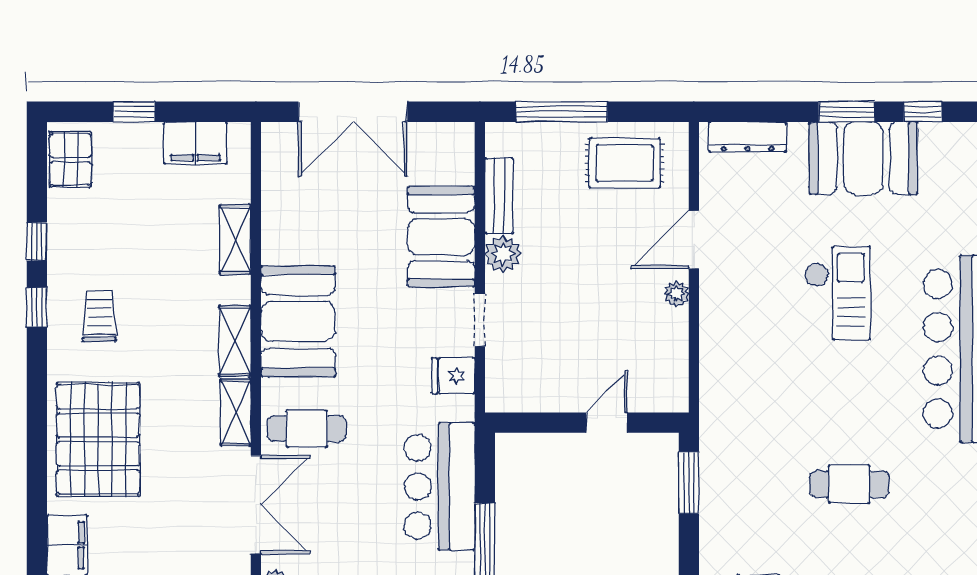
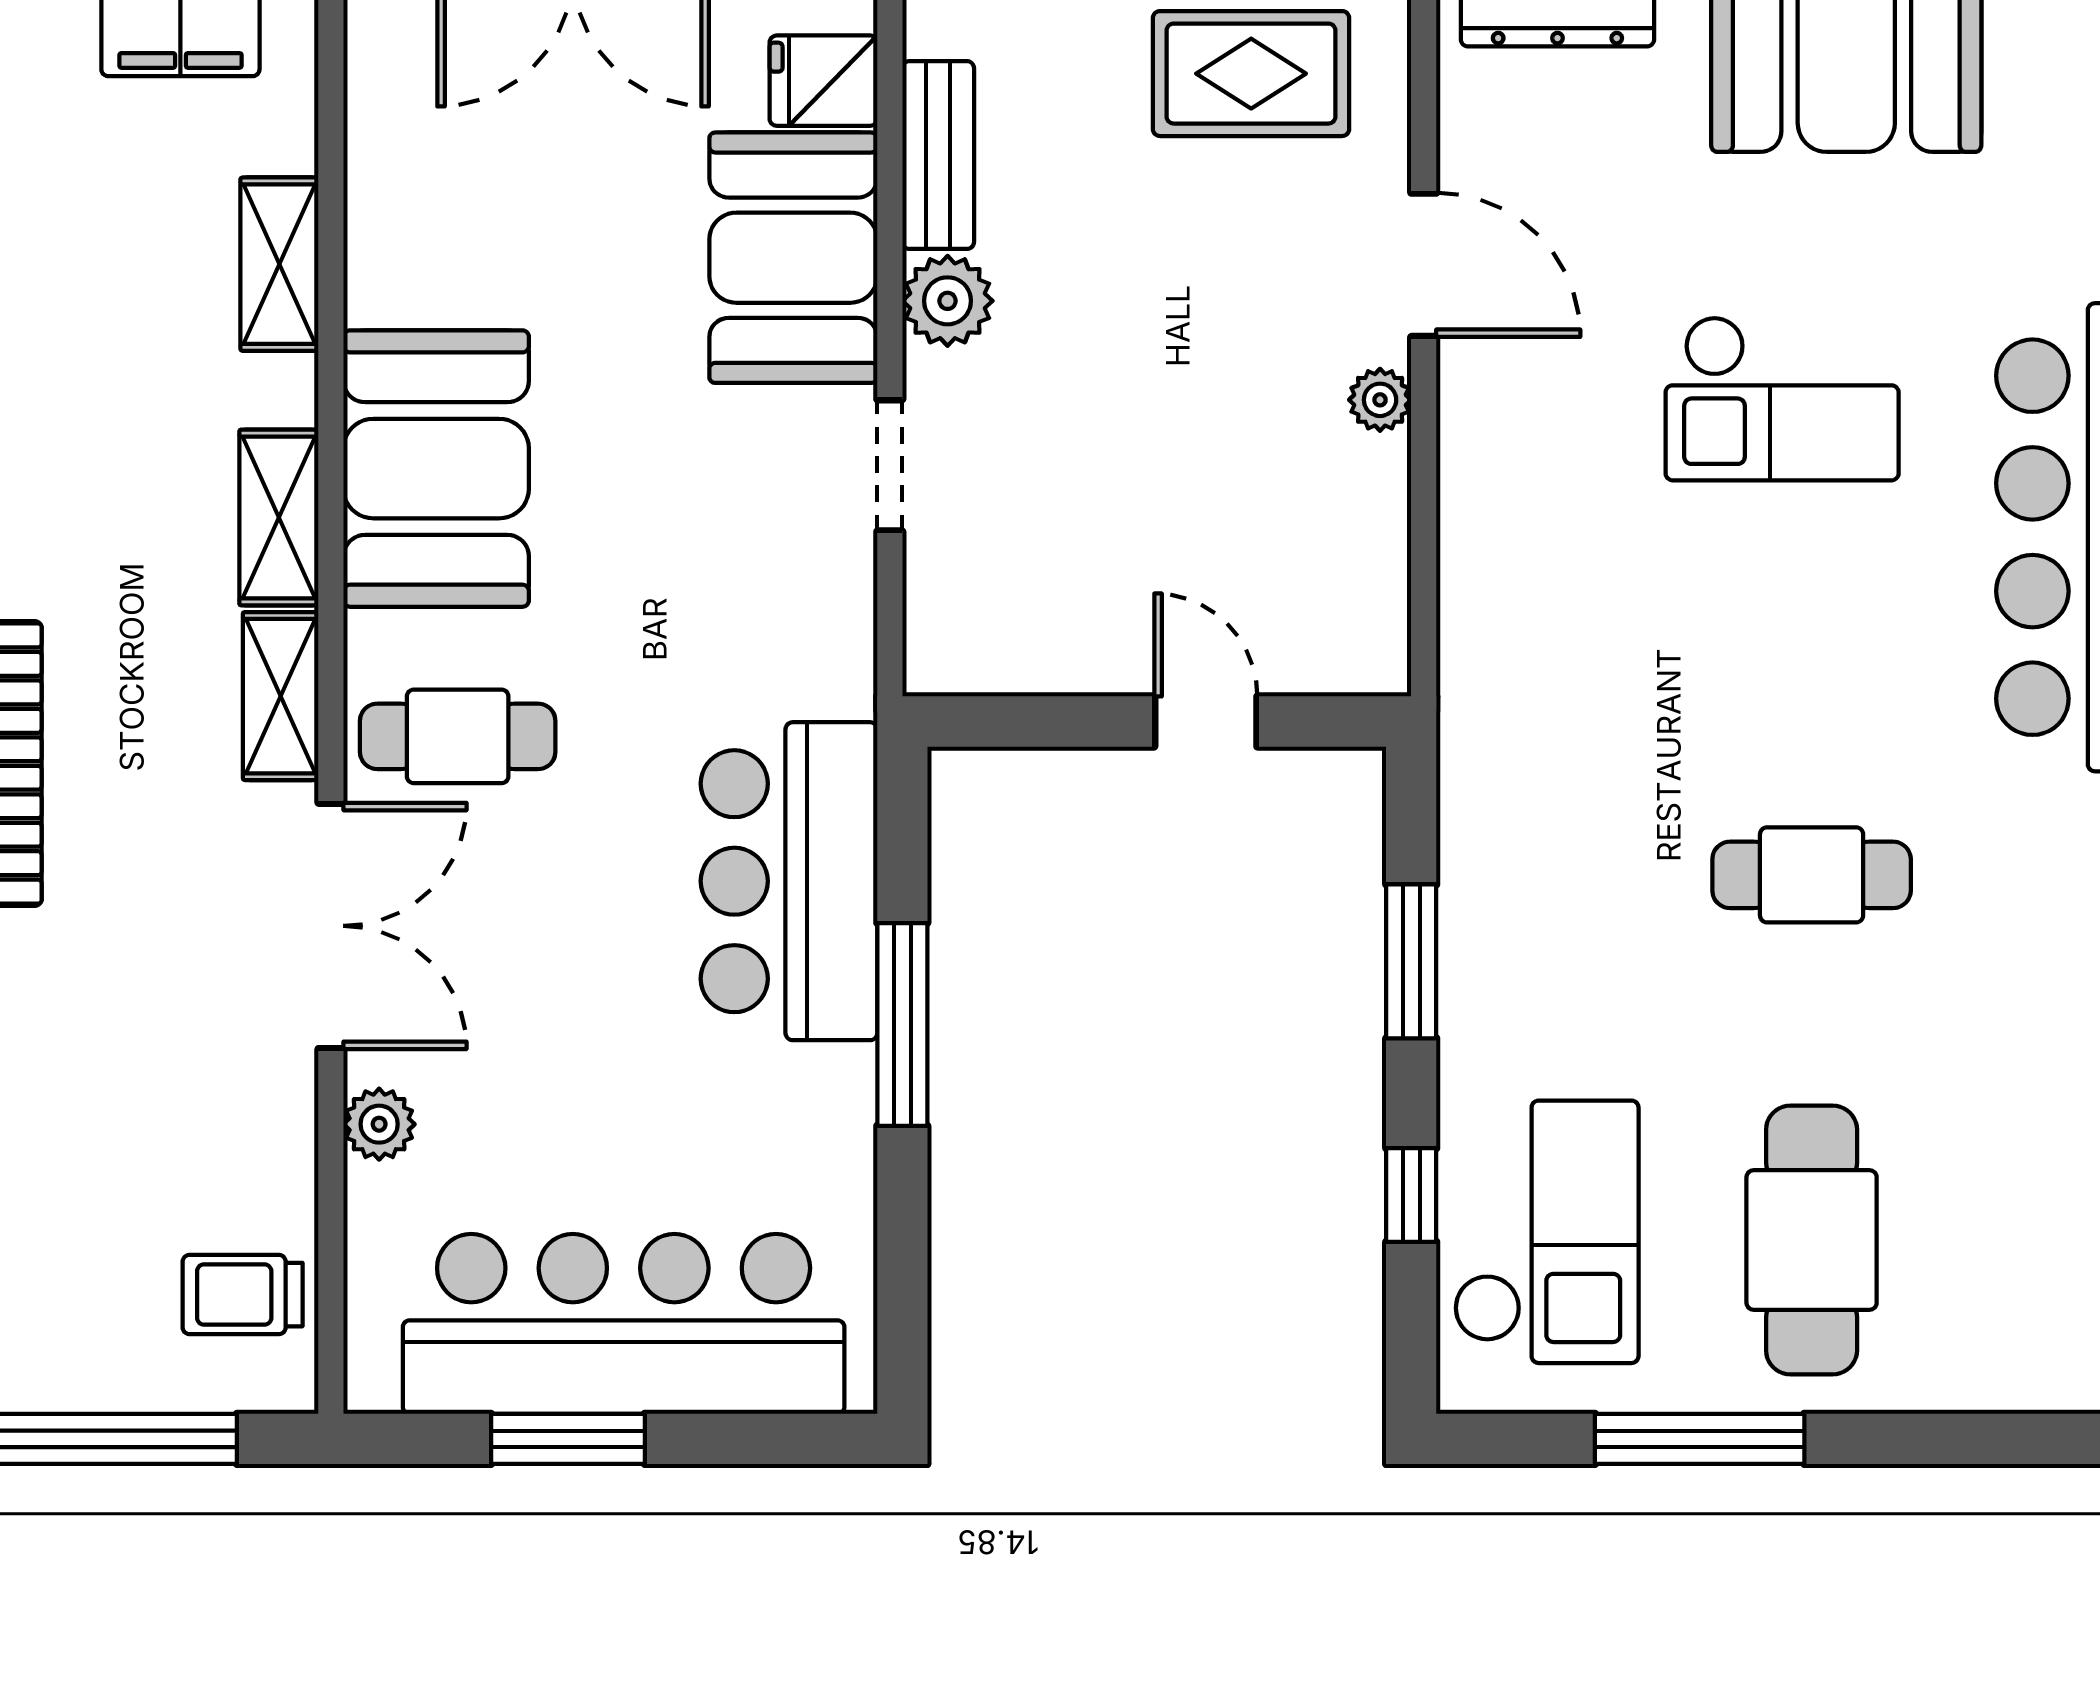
door: (694, 240) -> (1424, 265), swing flipped
checkout: (837, 293) -> (1782, 398), turned 90
fridge: (453, 376) -> (823, 81), moved
door: (606, 423) -> (1206, 722), hinge flipped
window: (689, 483) -> (1411, 961), moved

